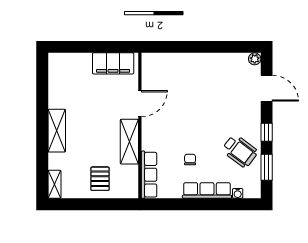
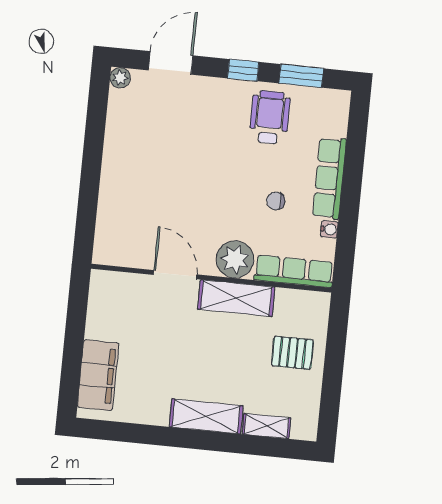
filing cabinet: (113, 63) -> (98, 375), moved
plant: (153, 139) -> (235, 259), added
wheelchair: (240, 151) -> (270, 117), turned -37
shelving: (54, 184) -> (266, 426), moved
water cooler: (238, 193) -> (329, 229), moved

